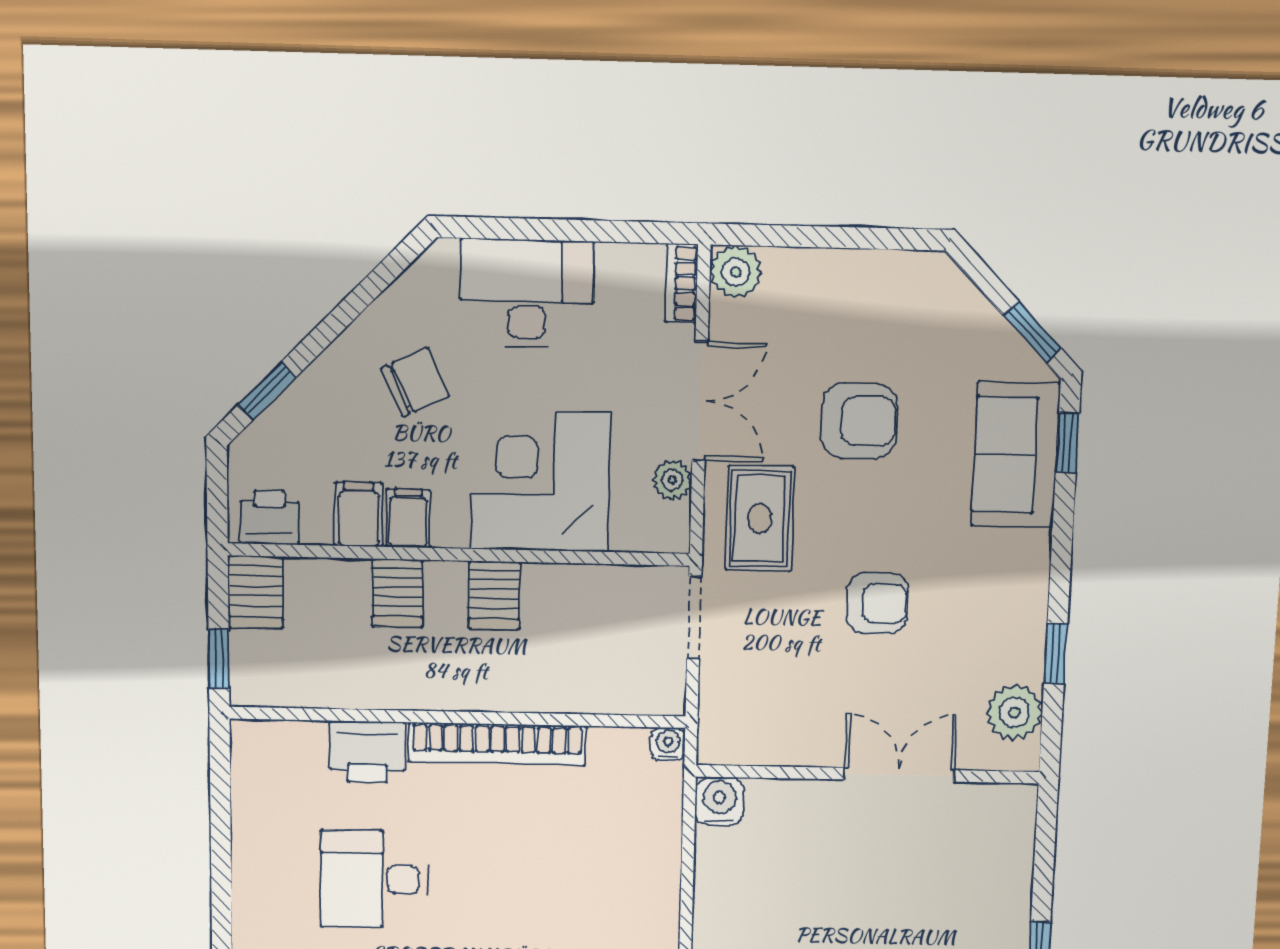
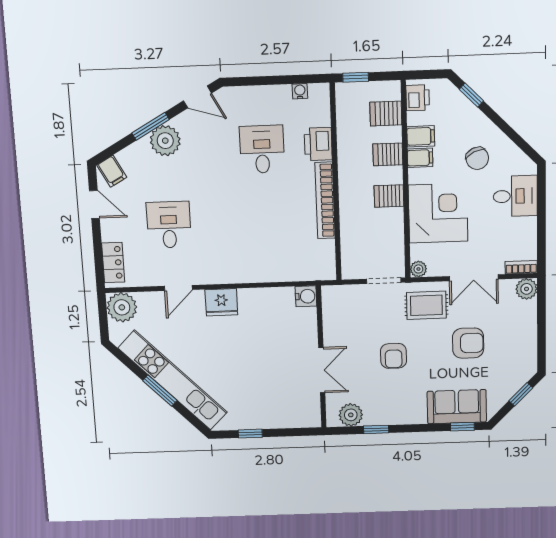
desk: (527, 293) -> (515, 196), width x0.73
window: (1032, 332) -> (521, 394), moved
armchair: (859, 421) -> (468, 343), turned -90
plant: (672, 480) -> (418, 269), moved
server rack: (255, 592) -> (386, 114), moved
water cooler: (668, 744) -> (300, 91), moved, turned -90

